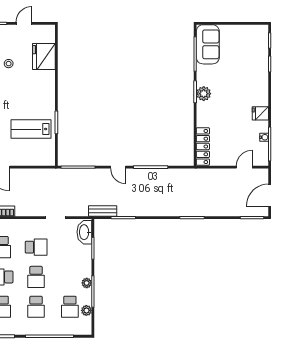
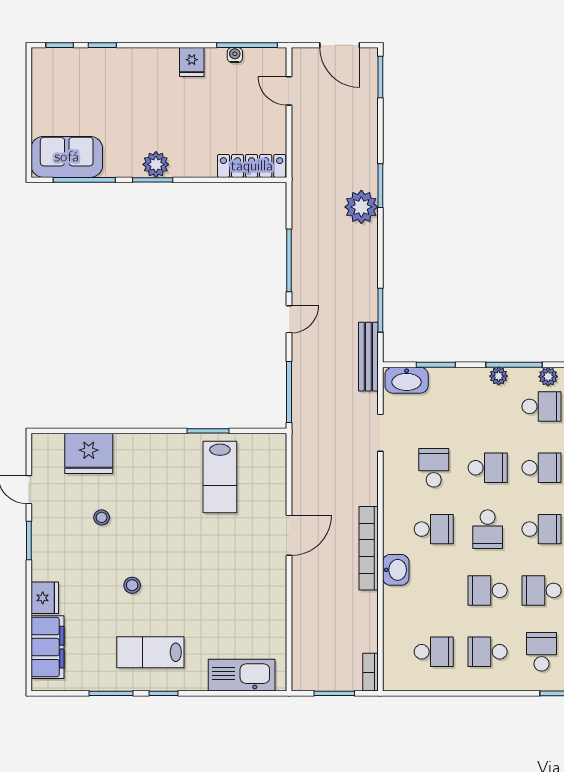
plant: (180, 207) -> (361, 207), added
bench: (103, 211) -> (368, 357), width x1.36

